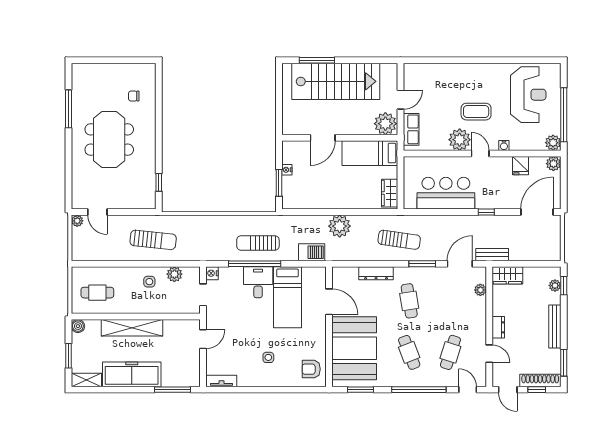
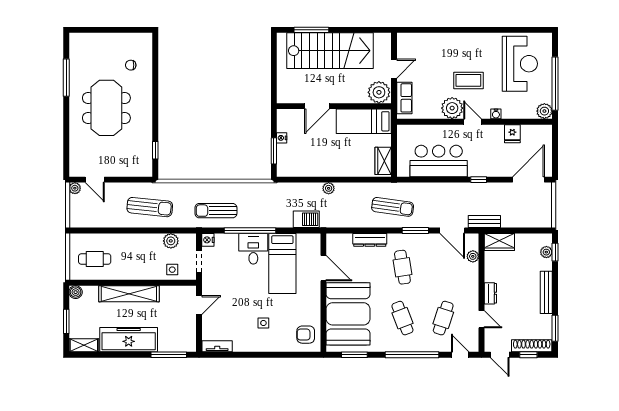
plant: (553, 164) -> (545, 132), removed
plant: (340, 226) -> (329, 188), width x0.53, depth x0.53
sun lounger: (258, 243) -> (216, 211), moved
door: (460, 264) -> (452, 230), swing flipped
side table: (149, 282) -> (172, 270), moved

